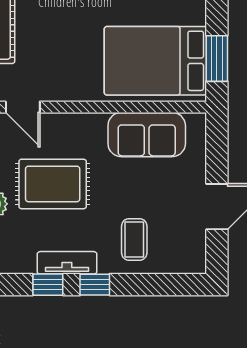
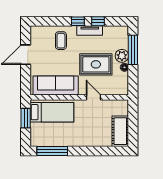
bed: (155, 61) -> (52, 112), width x0.67
door: (23, 107) -> (94, 97), moved
sofa: (147, 135) -> (56, 86), width x1.36

